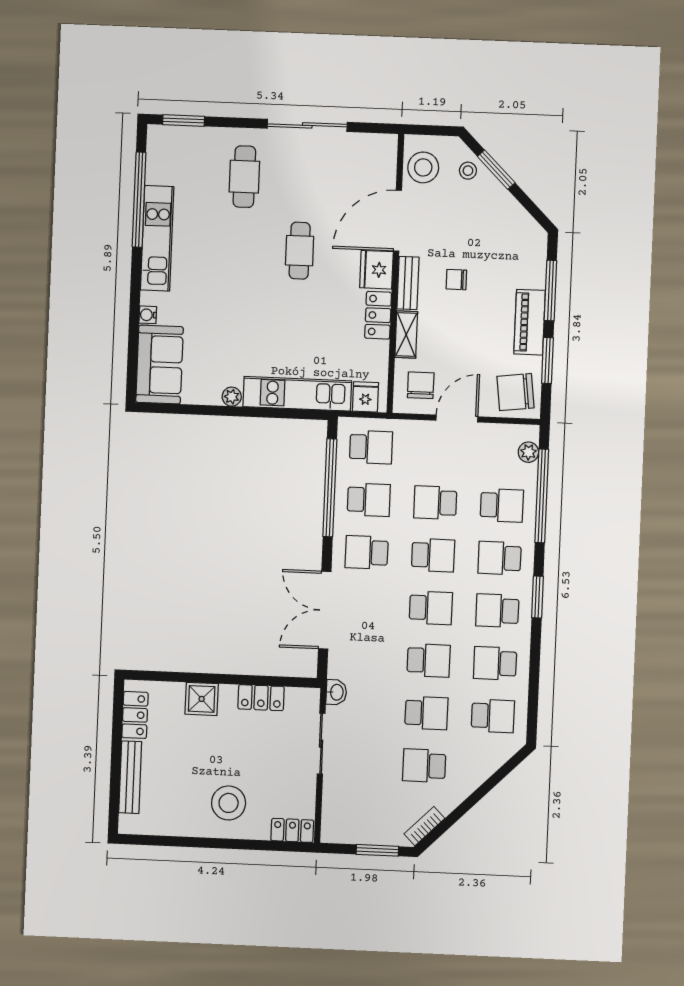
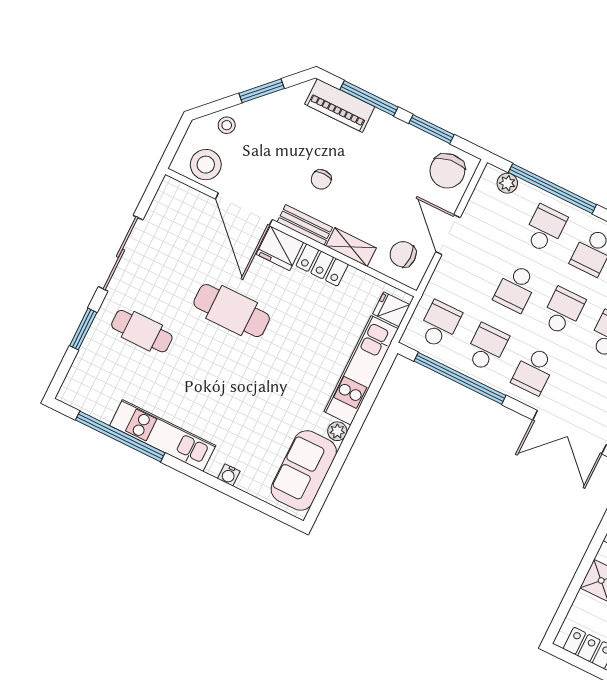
window: (184, 120) -> (83, 329), moved
window: (496, 170) -> (262, 91), moved
cafe table: (300, 251) -> (232, 311), width x1.37, depth x1.35
piano: (530, 322) -> (340, 105), moved
sofa: (160, 365) -> (304, 470), moved, turned -90

